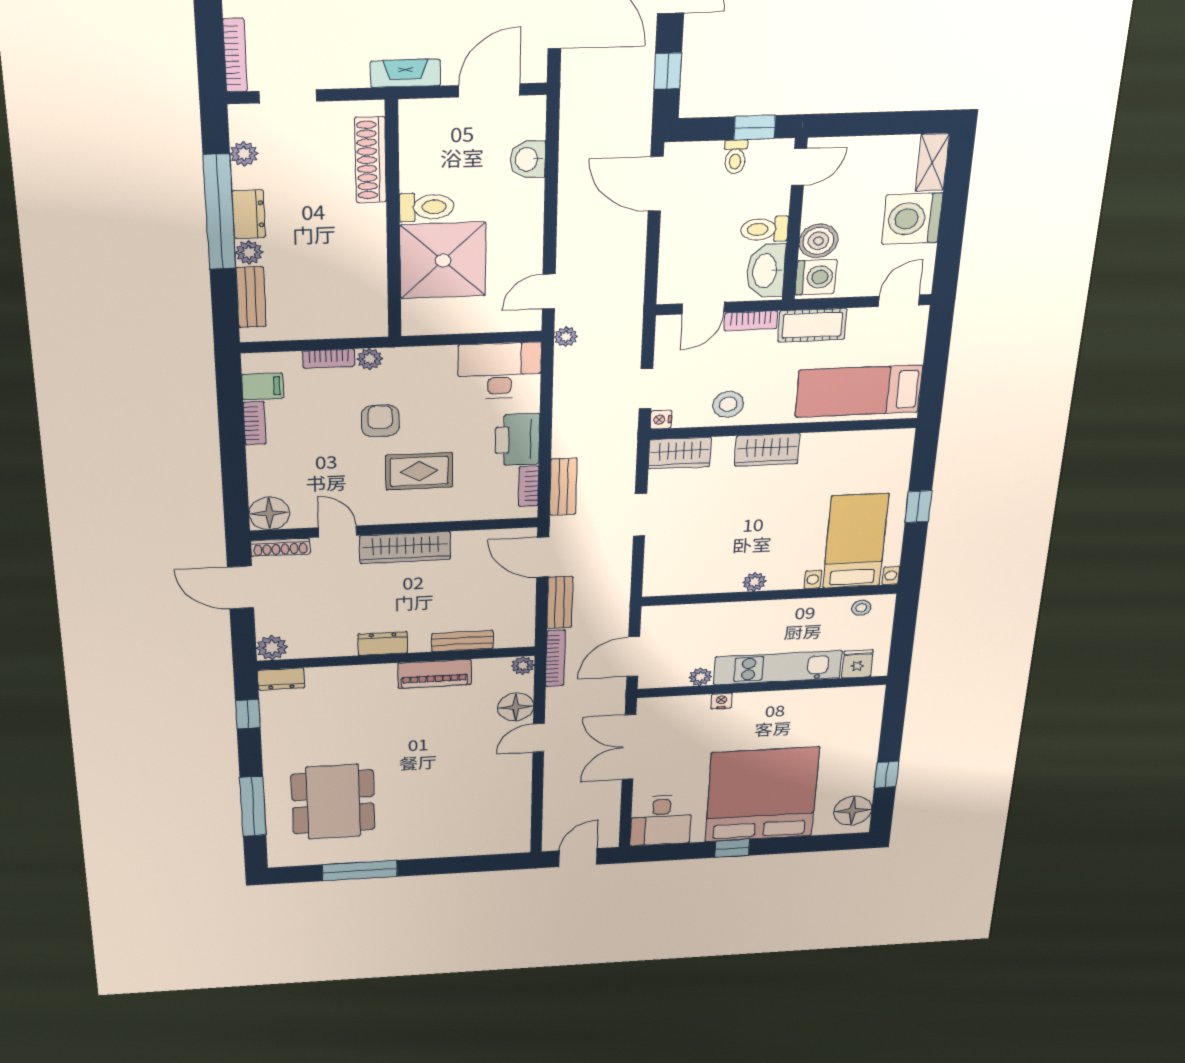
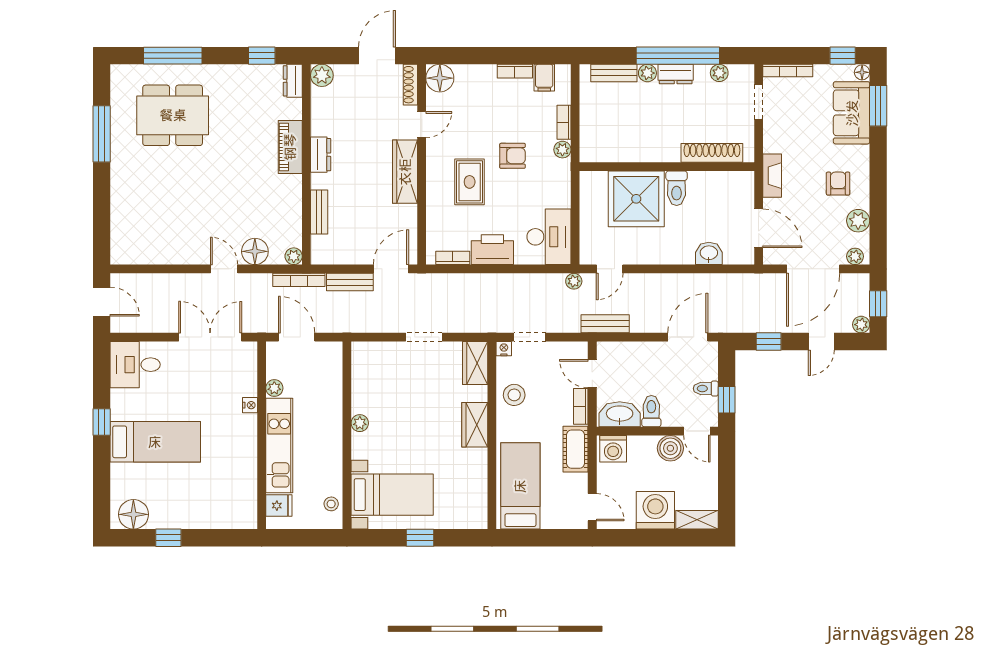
boiler: (818, 241) -> (670, 448), moved
door: (549, 292) -> (610, 269), swing flipped
bench: (563, 487) -> (605, 324), moved
piano: (434, 674) -> (290, 147), moved
bed: (762, 795) -> (155, 442), width x0.49

